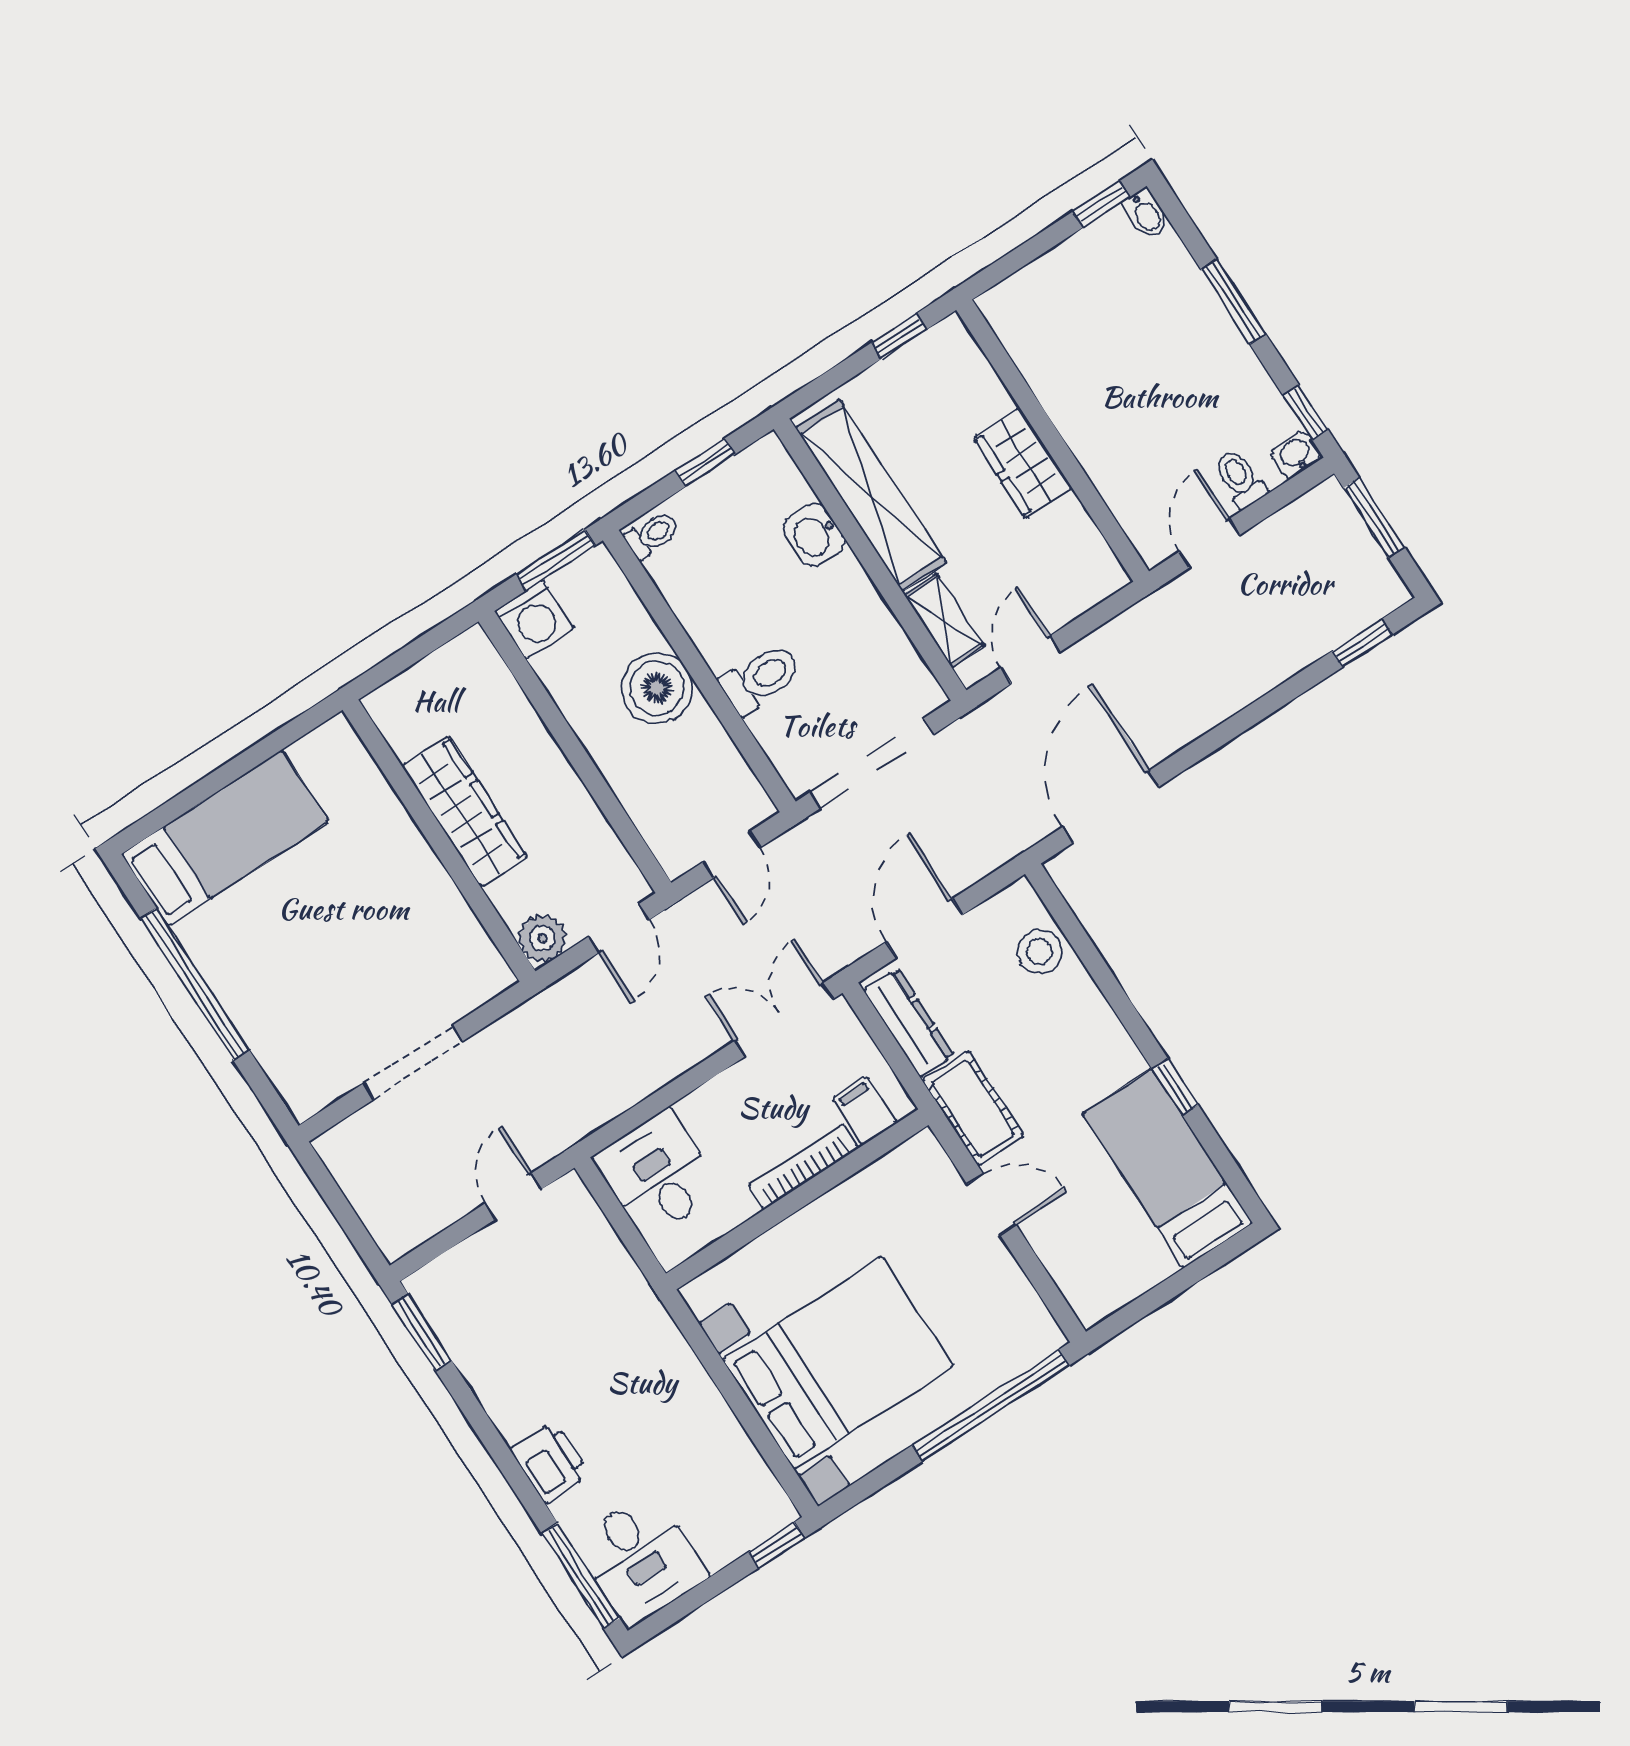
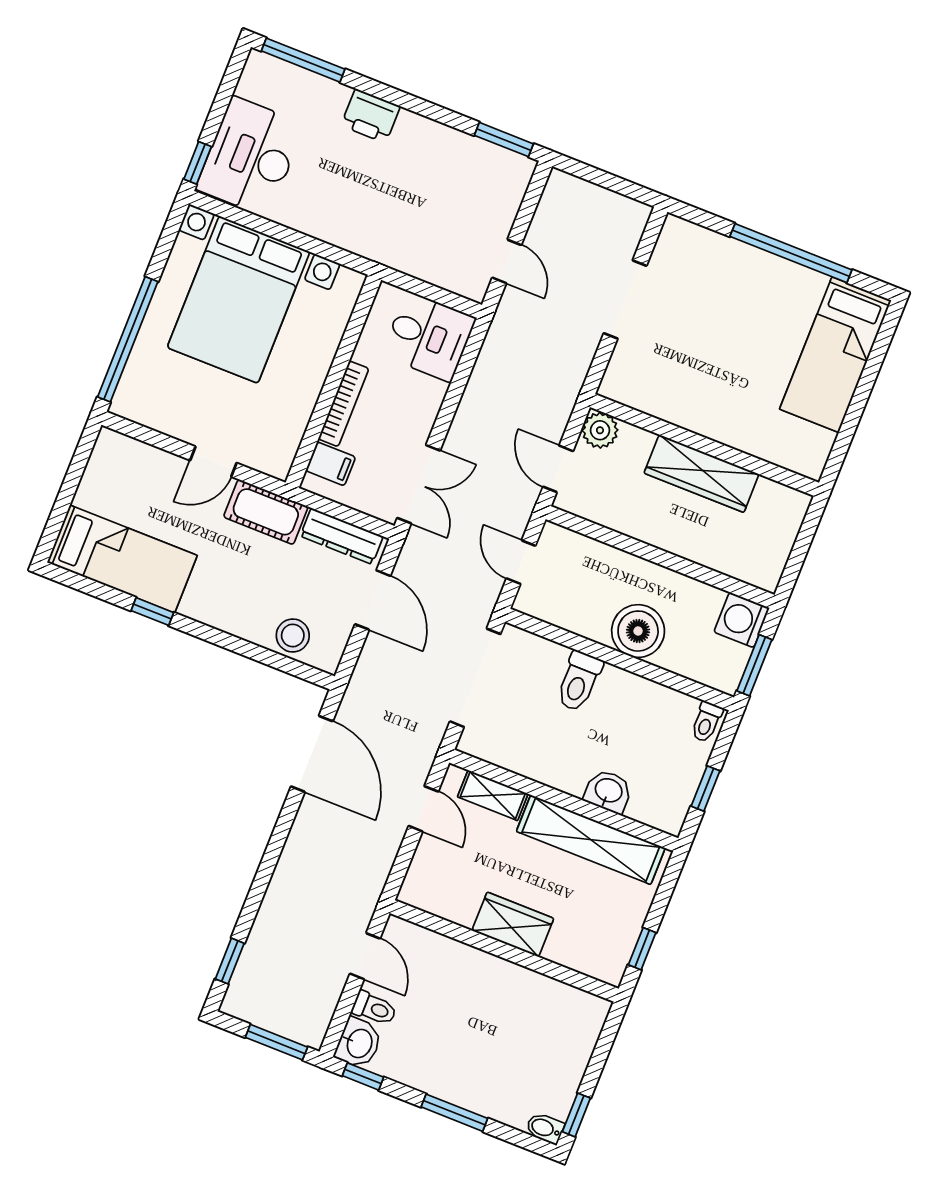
washbasin: (1296, 455) -> (359, 1043), width x1.38, depth x1.45
desk: (640, 1559) -> (250, 157), moved, width x1.37

